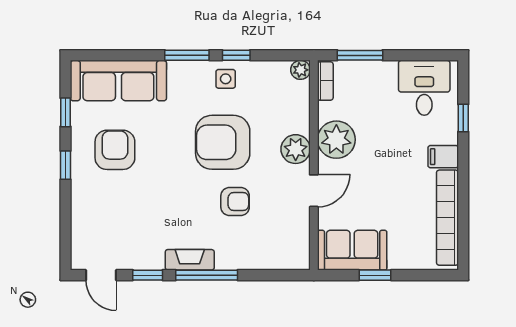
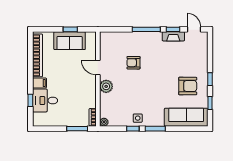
desk: (424, 88) -> (45, 100), moved, turned 90
plant: (336, 140) -> (88, 91), removed
armchair: (223, 142) -> (139, 89), removed
armchair: (115, 150) -> (188, 86), turned -90
door: (314, 191) -> (98, 68), hinge flipped
sofa: (352, 250) -> (70, 41), moved
fireplace: (190, 260) -> (173, 36), moved

